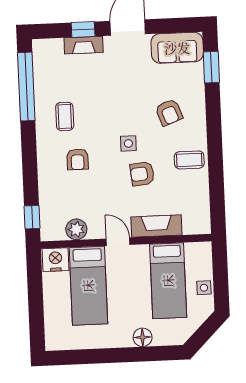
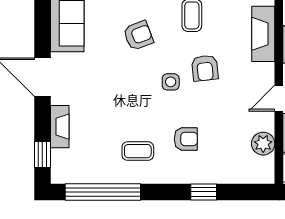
window: (83, 29) -> (42, 155), moved
window: (32, 217) -> (204, 192), moved
fireplace: (156, 226) -> (263, 34), moved

